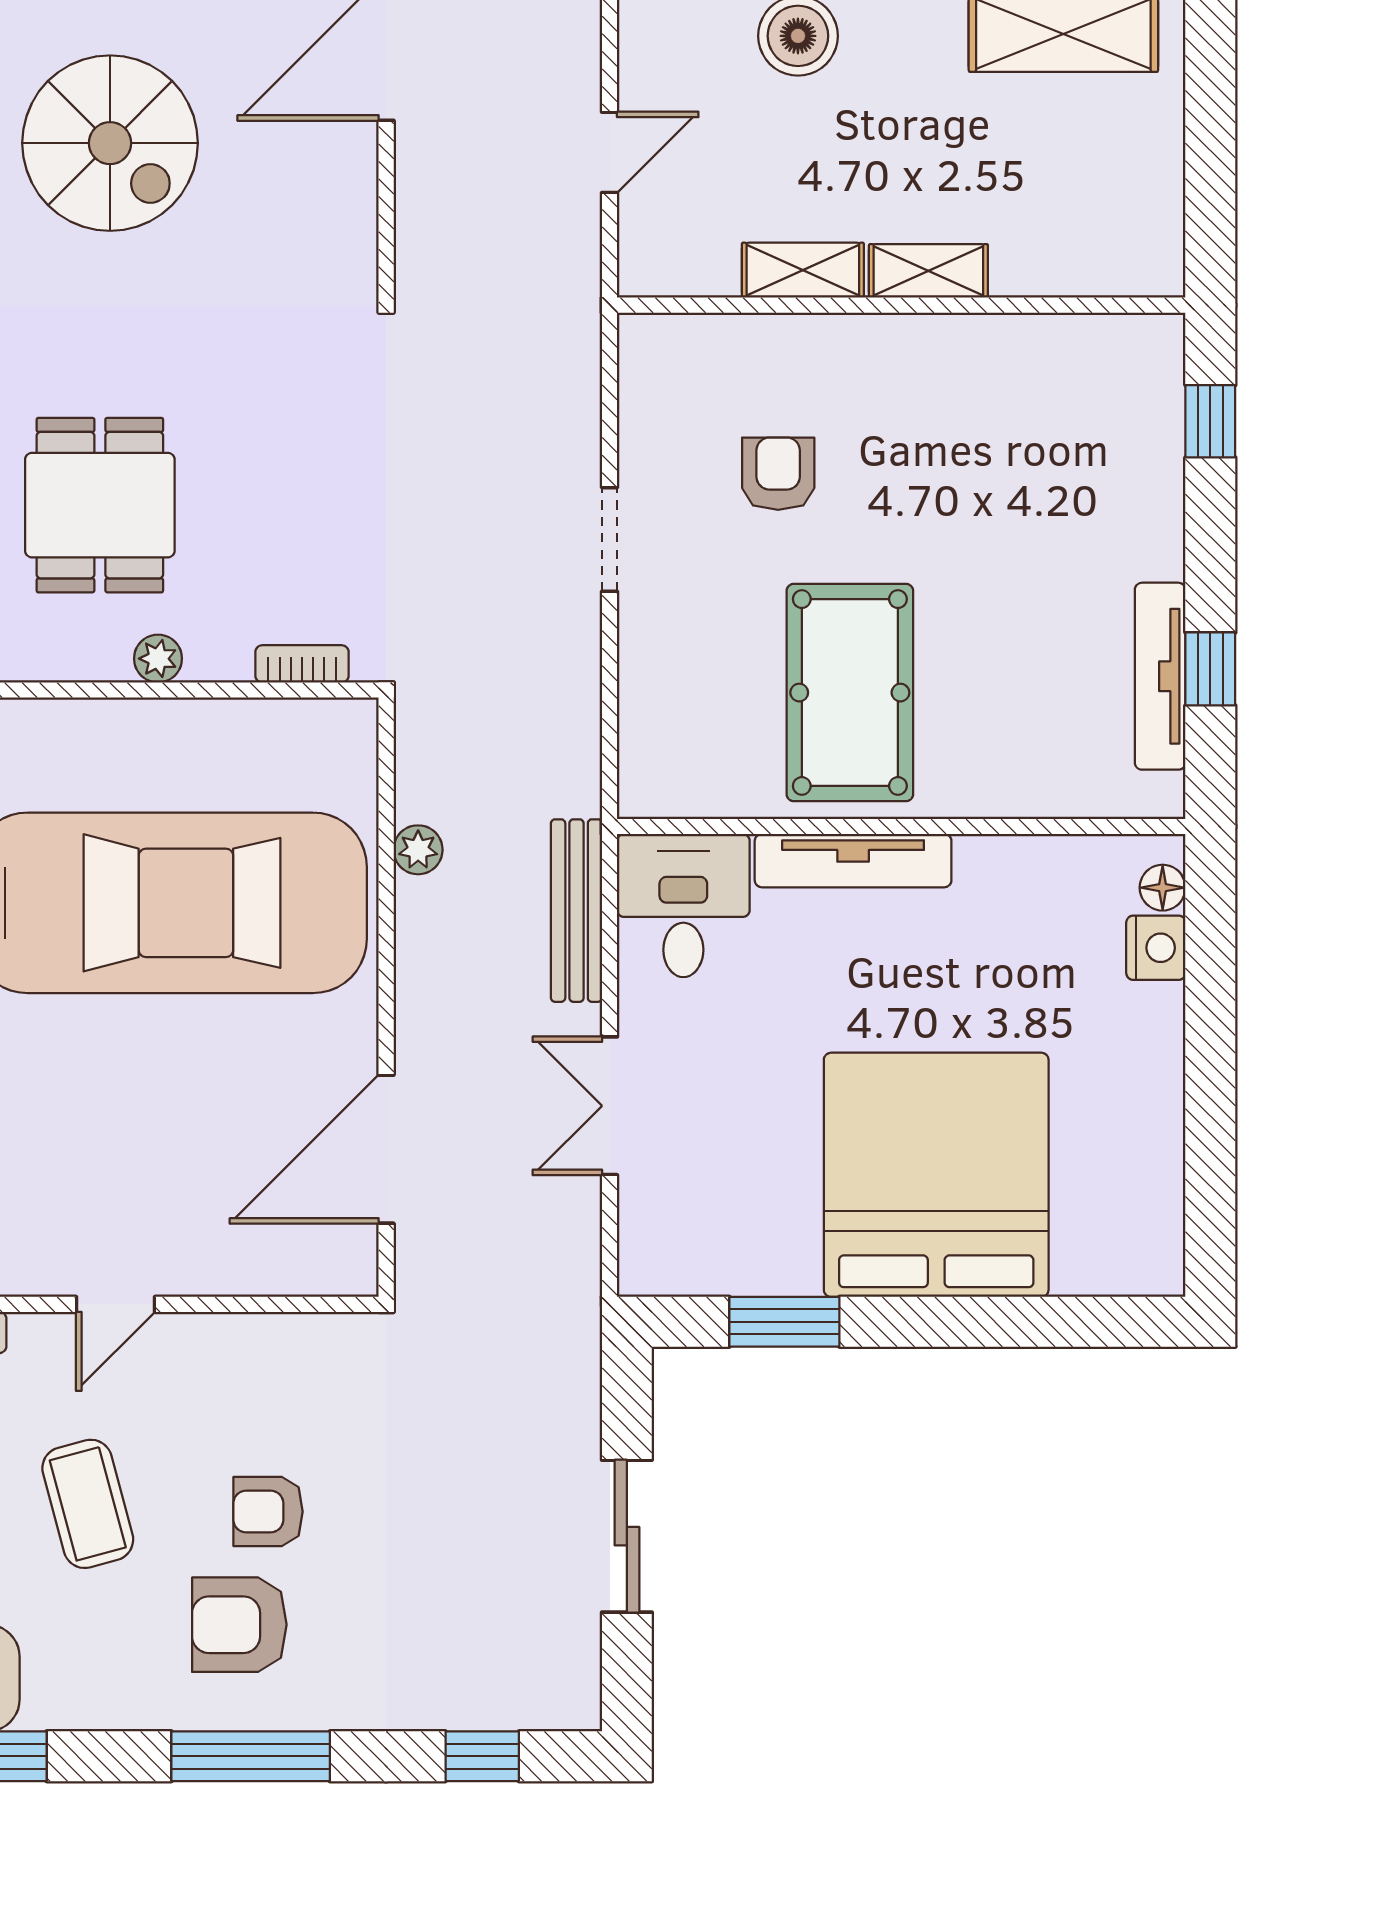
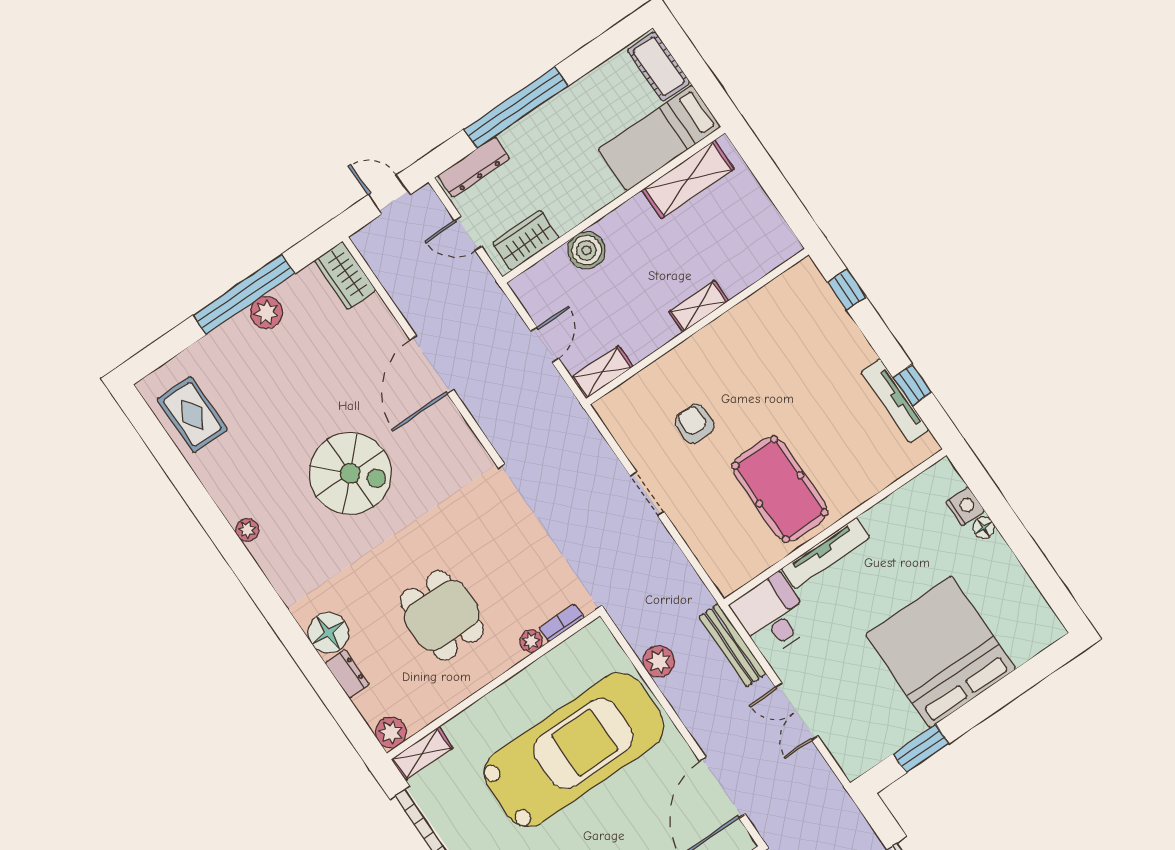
shelving: (803, 270) -> (602, 372), moved
plant: (158, 659) -> (531, 641), moved
plant: (418, 850) -> (659, 661), width x1.38, depth x1.38
floor lamp: (1163, 888) -> (984, 528), moved

